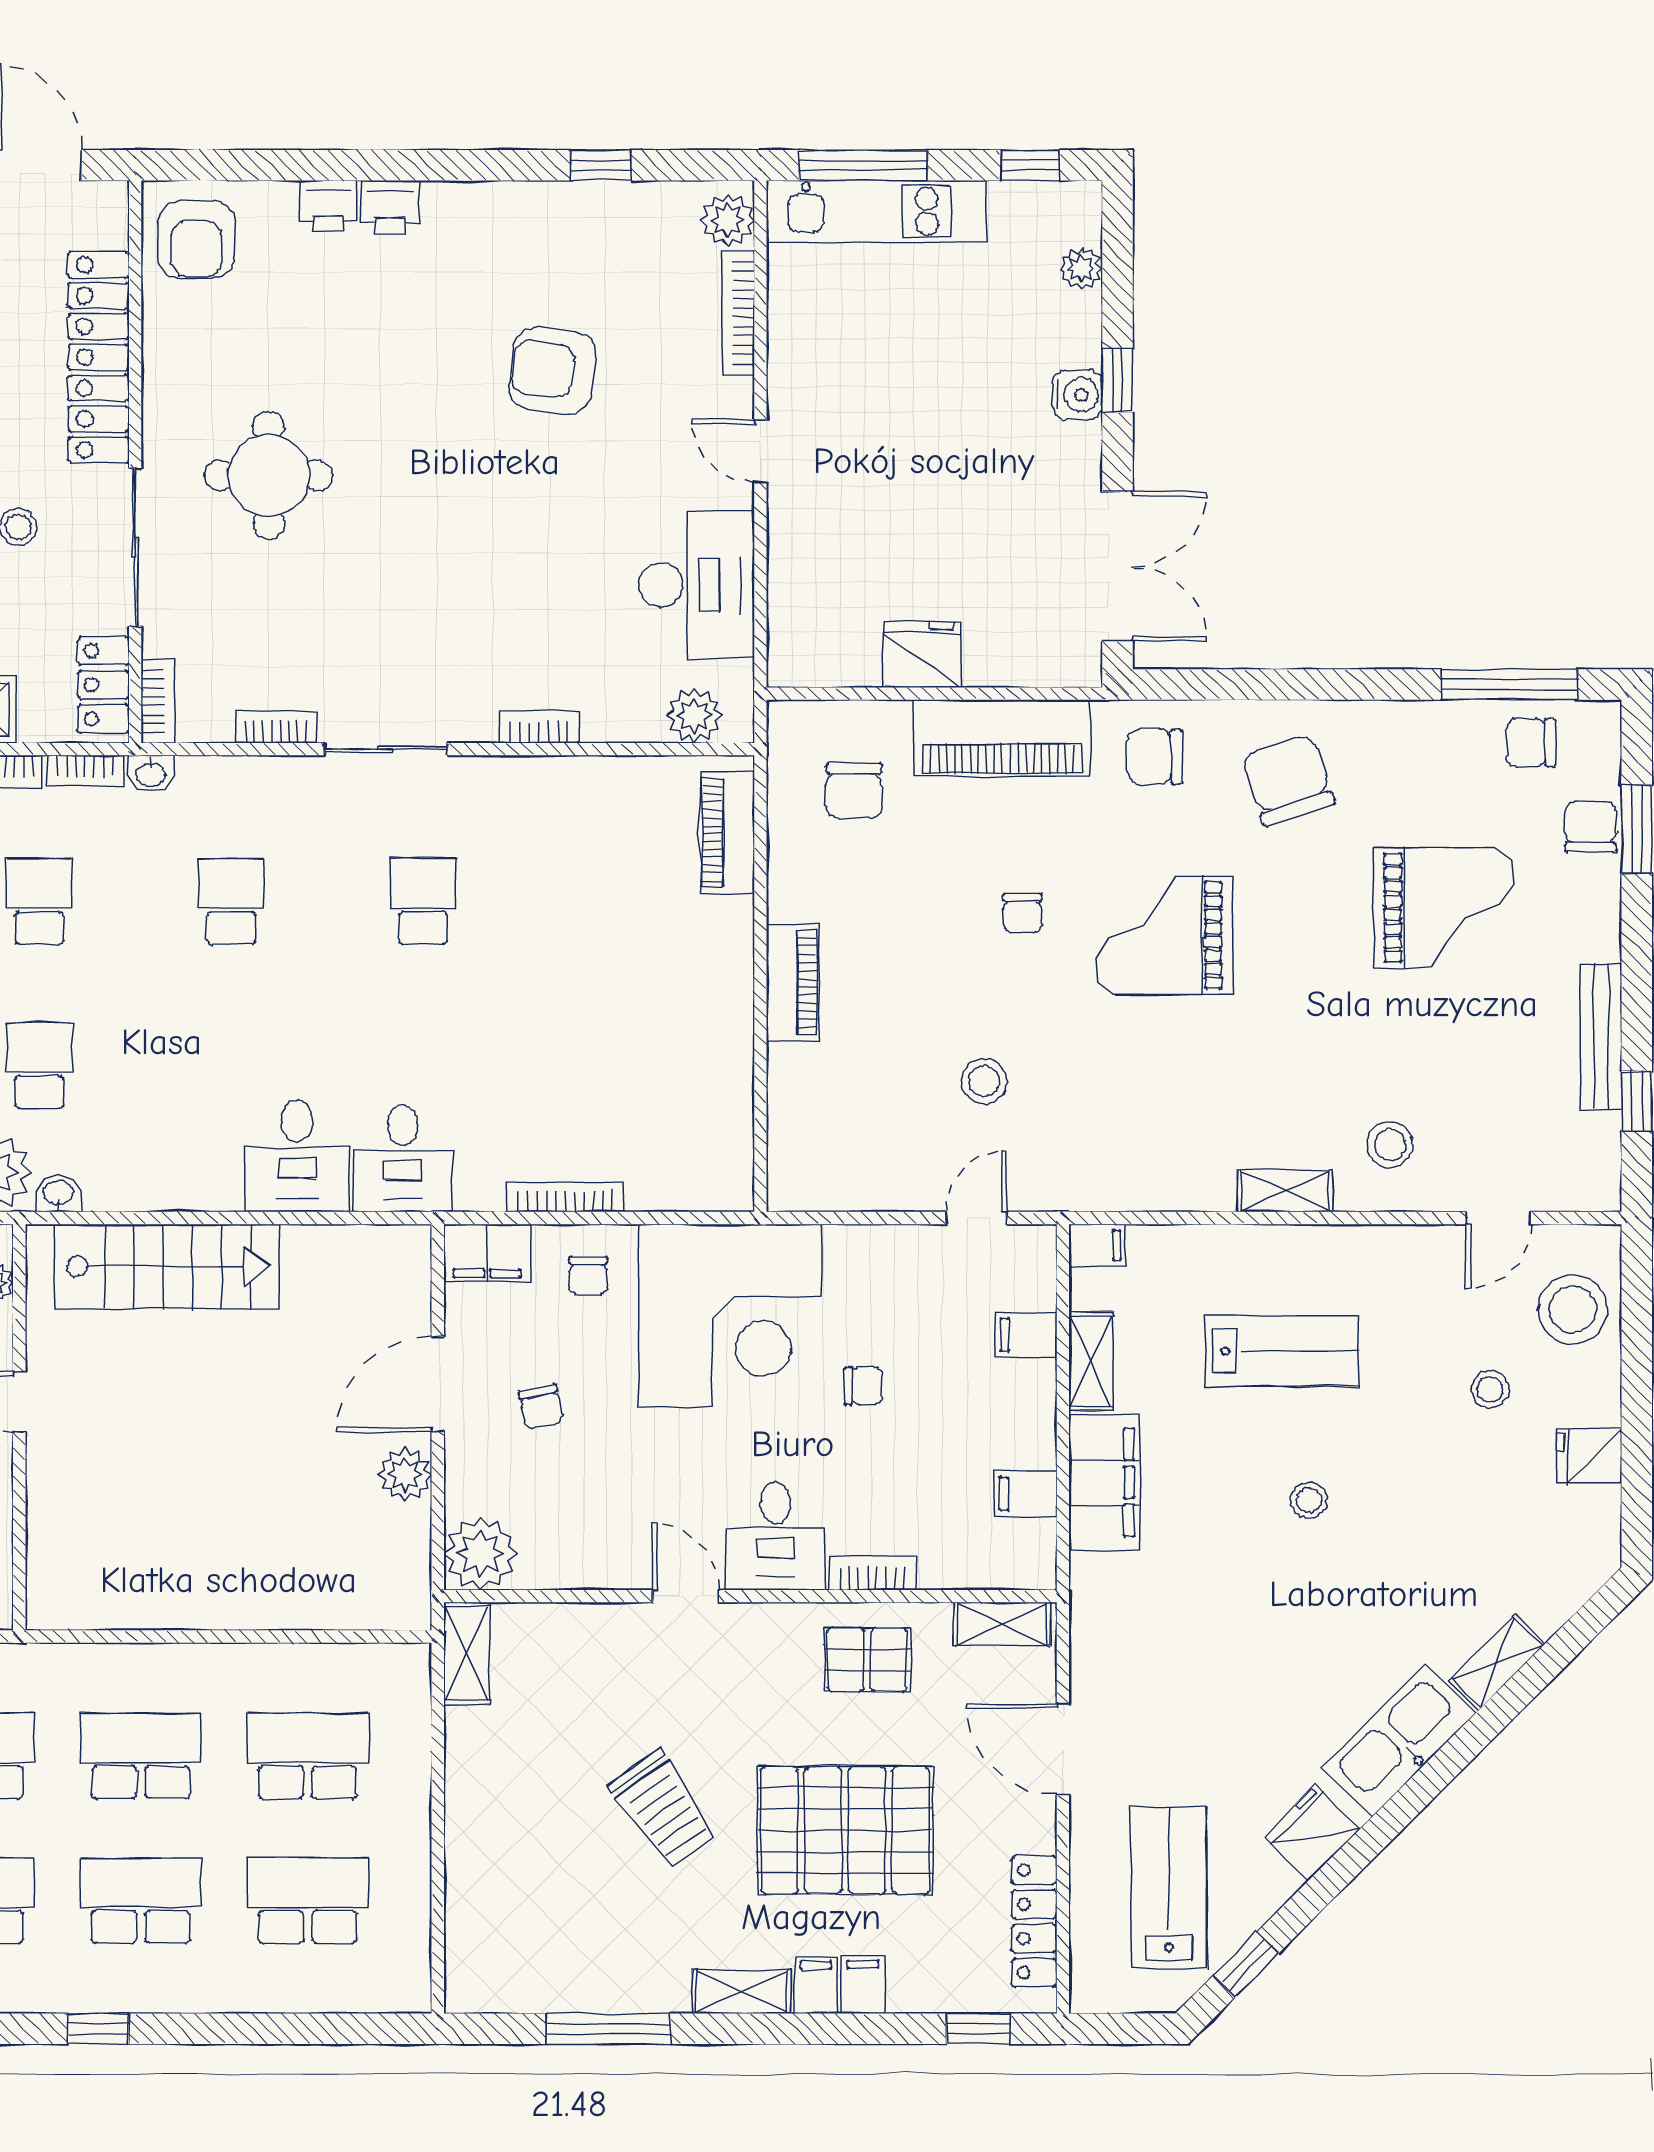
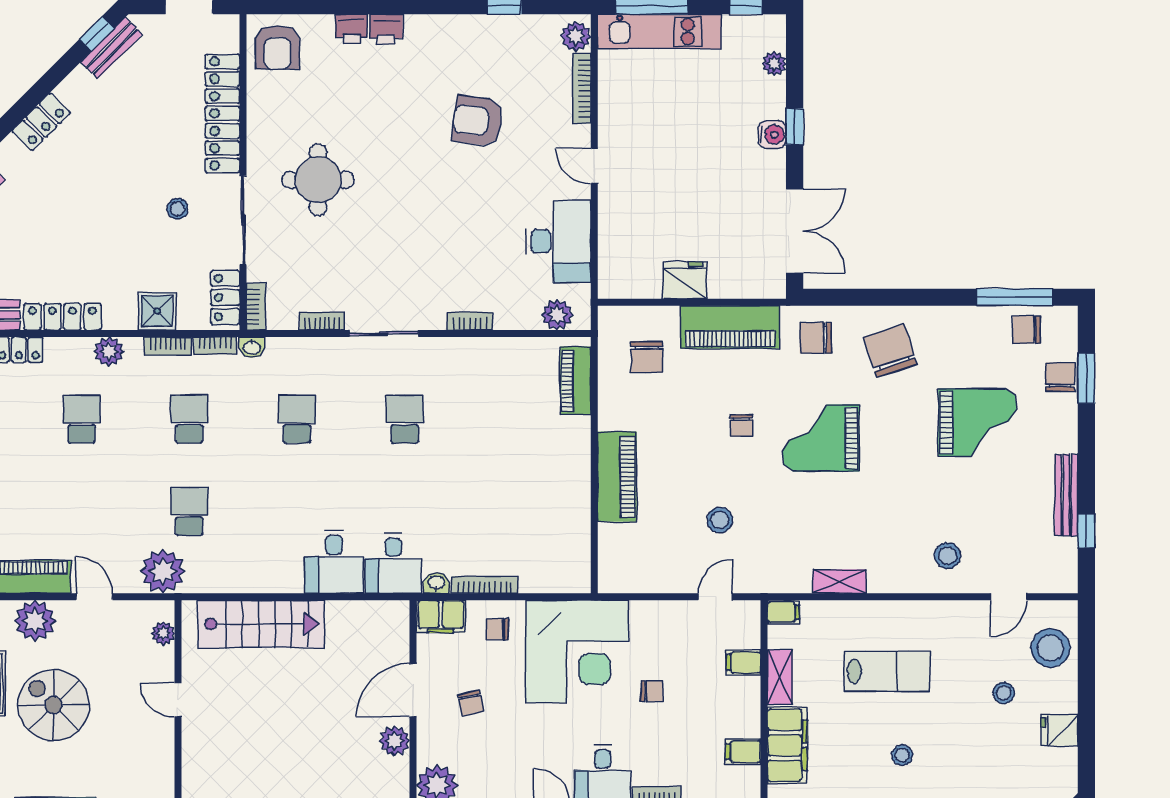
piano: (793, 983) -> (617, 477), width x1.37, depth x1.33
shelving: (1285, 1191) -> (839, 581), moved
washbasin: (59, 1193) -> (436, 583), moved
chair: (588, 1276) -> (497, 629), turned 90

